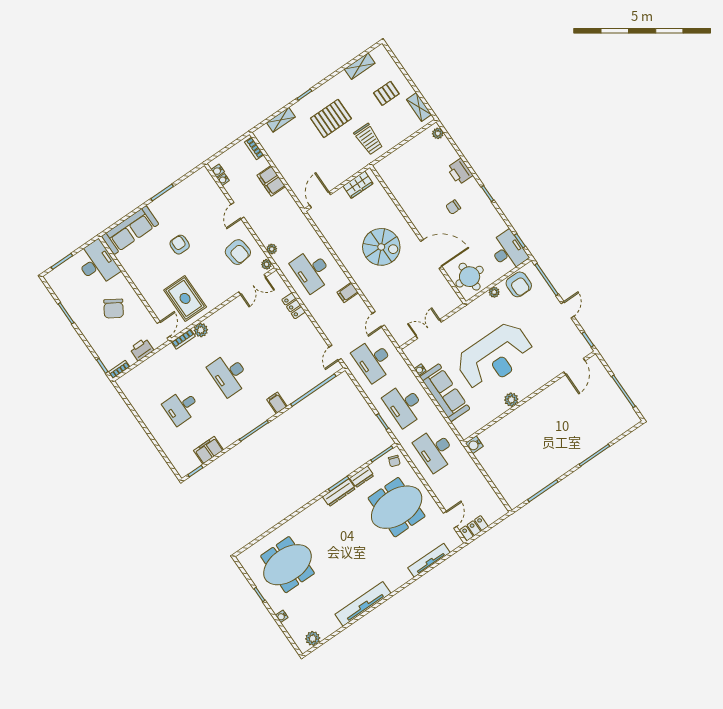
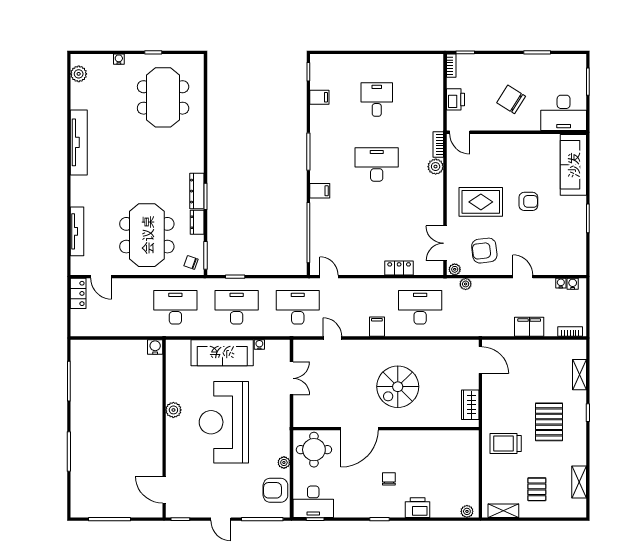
rug: (185, 298) -> (481, 202), moved
filing cabinet: (209, 450) -> (319, 97), width x0.50

